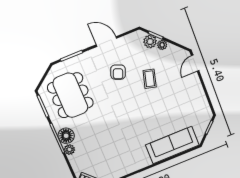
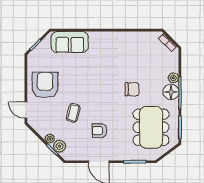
door: (195, 63) -> (26, 110), swing flipped
armchair: (118, 72) -> (99, 131), turned -112
armchair: (186, 94) -> (45, 85), added
chair: (103, 123) -> (132, 89), added
sofa: (172, 145) -> (70, 42), width x0.73

